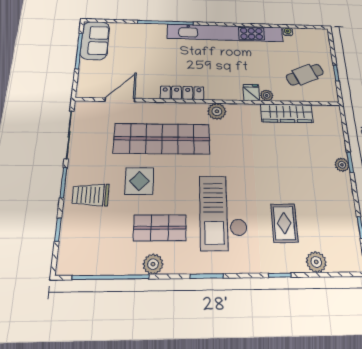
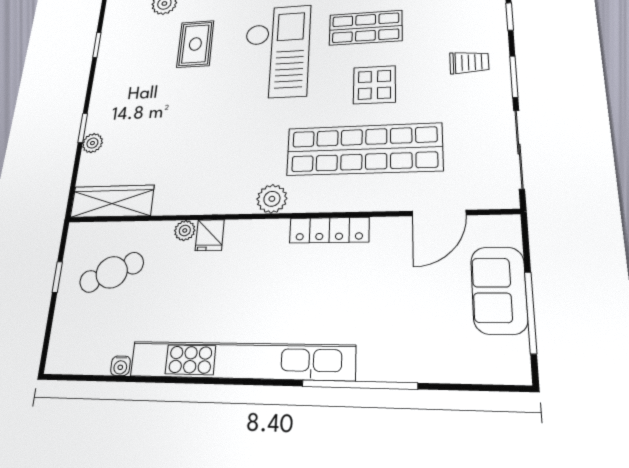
sofa: (95, 40) -> (499, 290), moved
wardrobe: (287, 113) -> (112, 201), moved
plant: (342, 165) -> (92, 143), moved
display table: (139, 181) -> (374, 85), moved
trolley: (91, 195) -> (469, 62), width x0.73, depth x0.72

